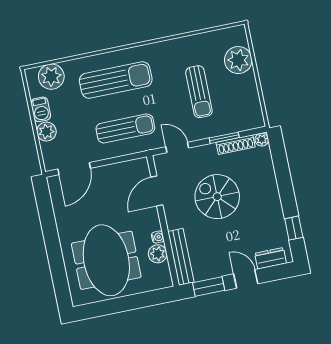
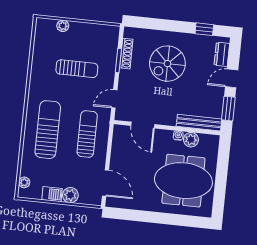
plant: (238, 60) -> (63, 26), width x0.53, depth x0.53
plant: (51, 77) -> (24, 182), width x0.53, depth x0.53
plant: (262, 140) -> (129, 32), removed
spiral stairs: (217, 197) -> (167, 64), moved

